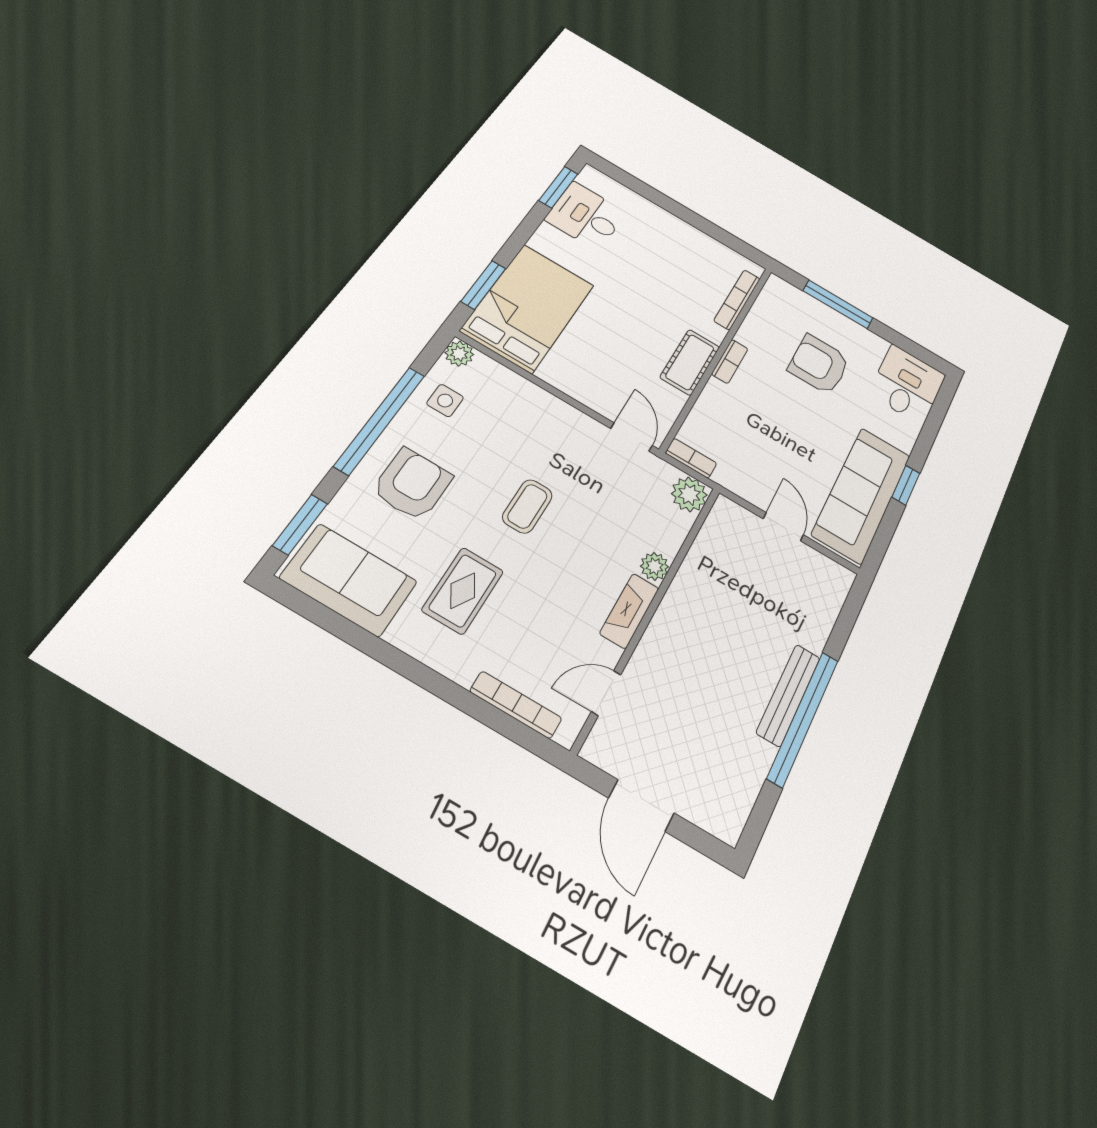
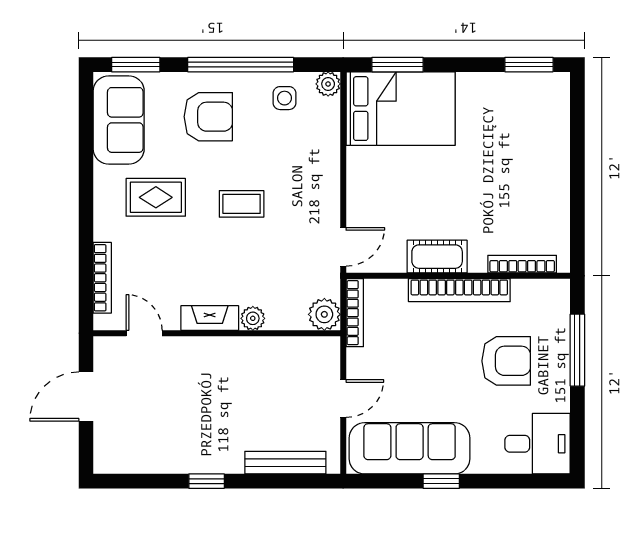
desk: (586, 216) -> (516, 102), removed
bookcase: (730, 361) -> (459, 290), width x2.31, depth x1.31
armchair: (819, 364) -> (506, 361), turned 90
bookcase: (691, 458) -> (355, 313), width x1.56
bench: (788, 695) -> (285, 463), moved
window: (803, 718) -> (207, 481), width x0.32

